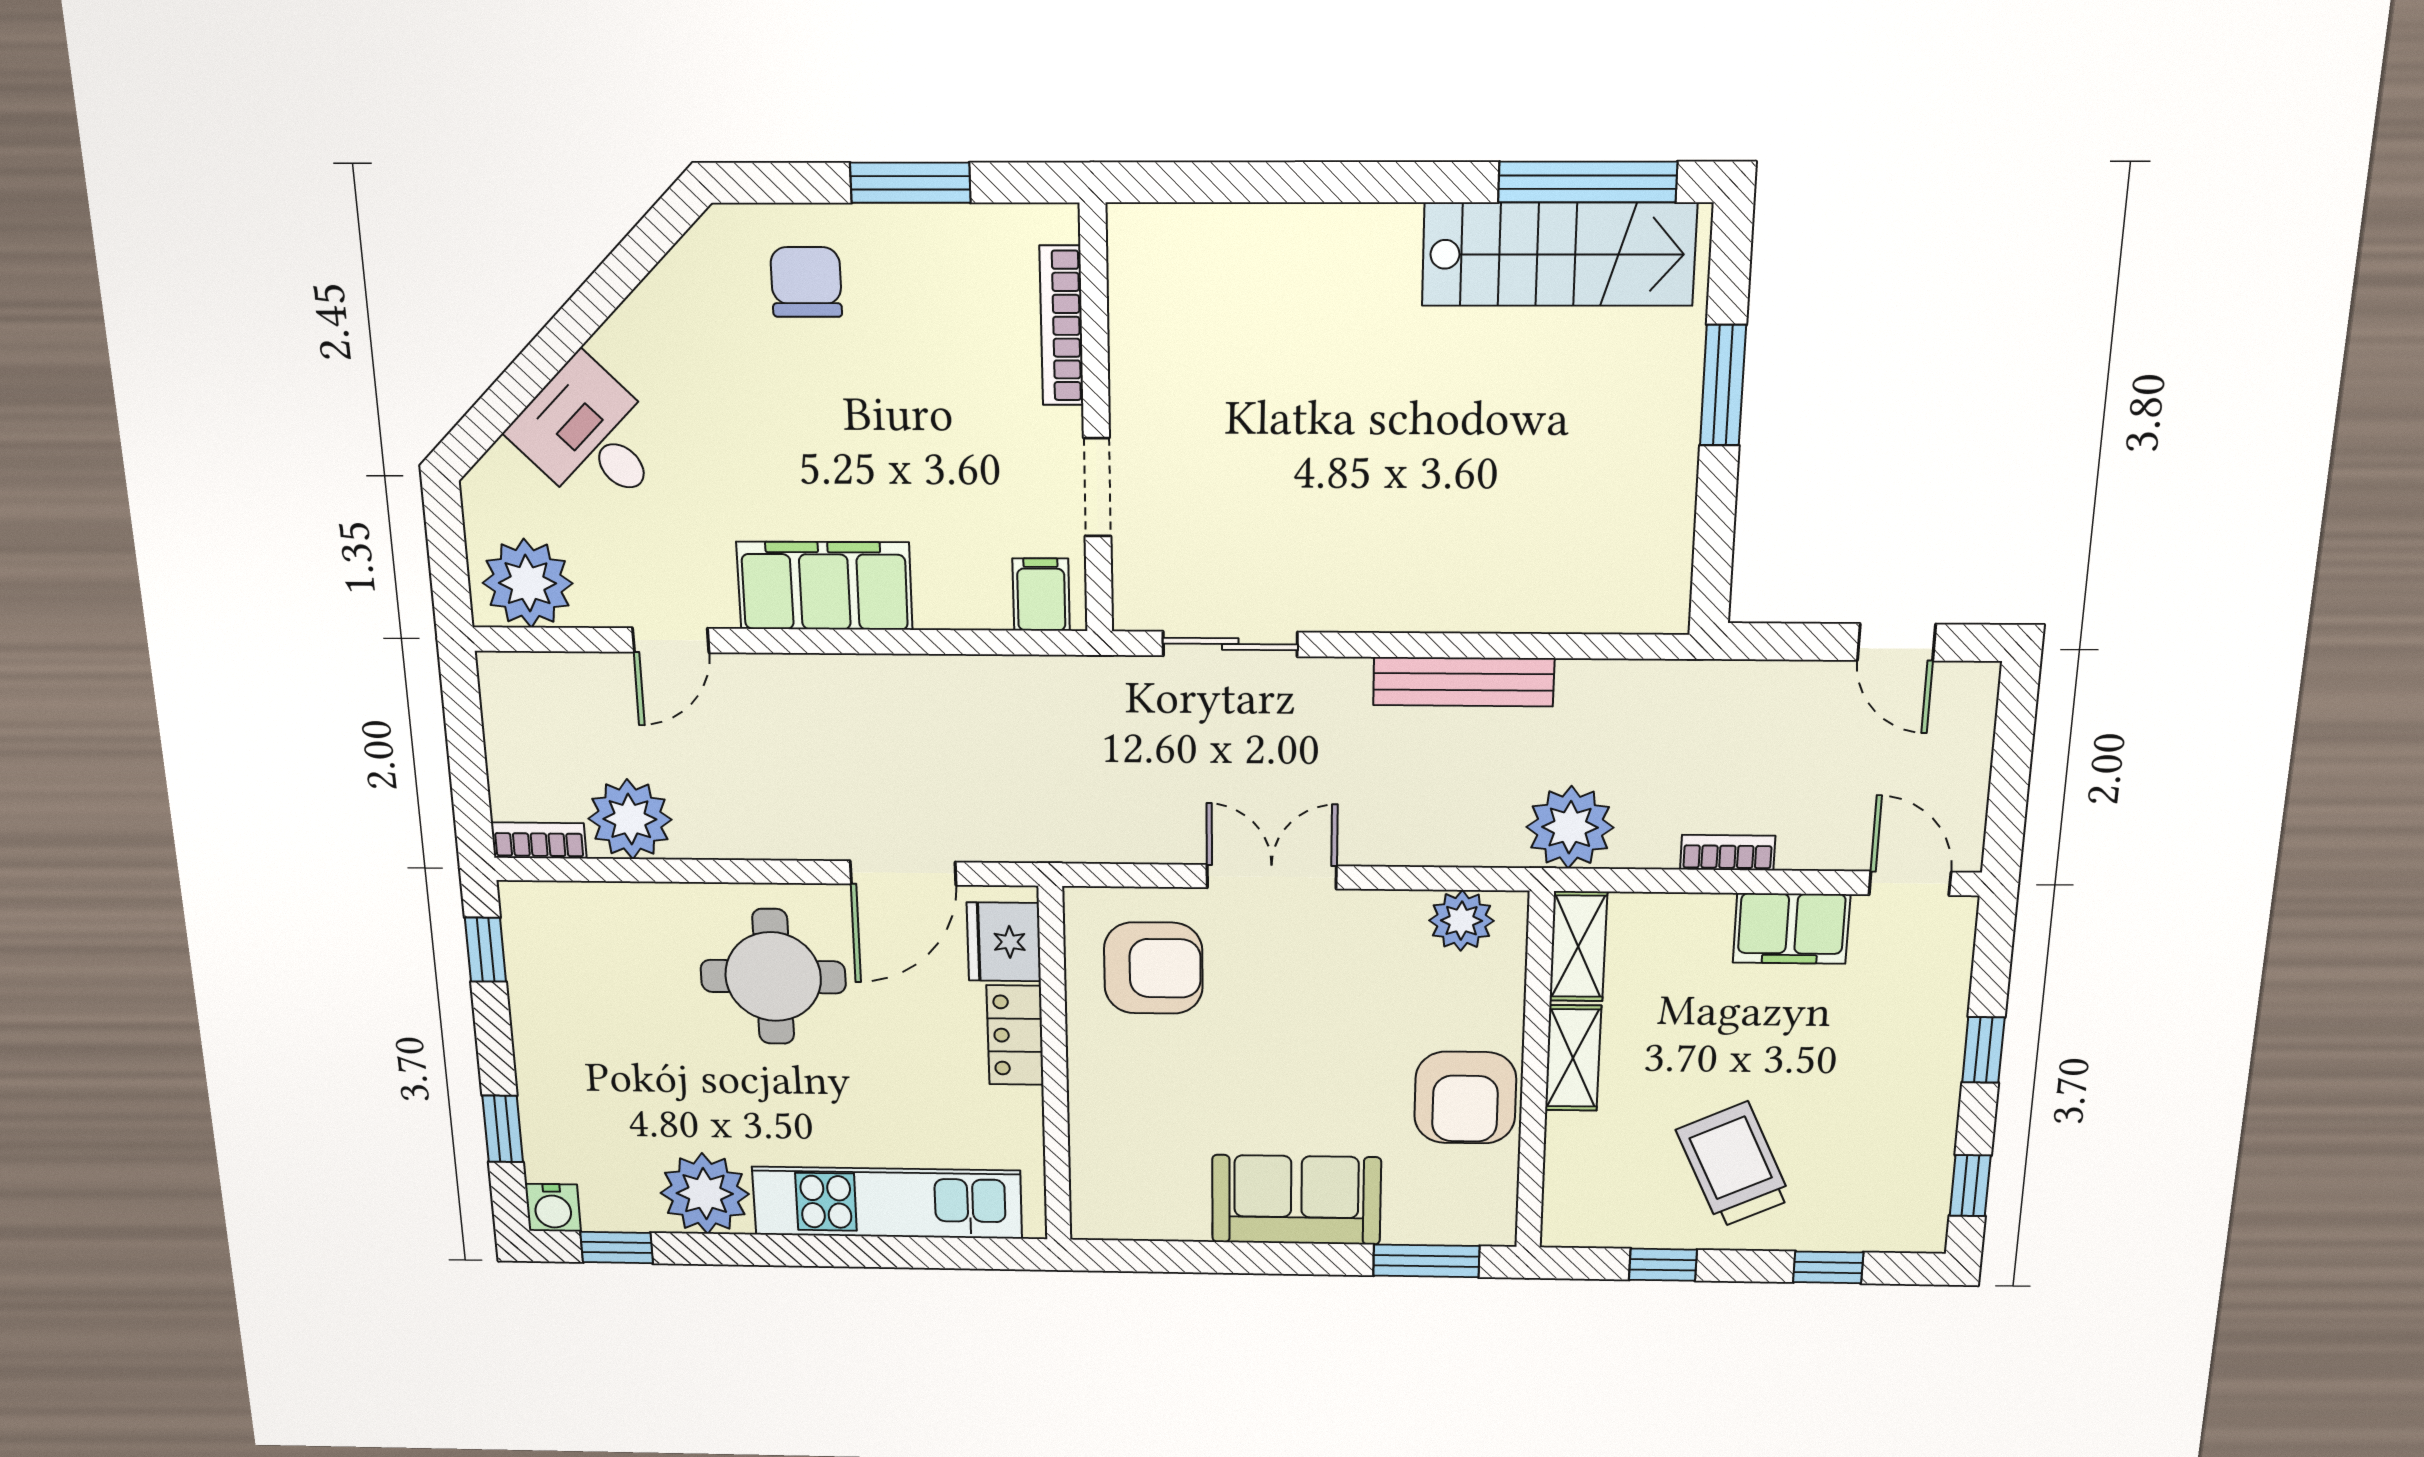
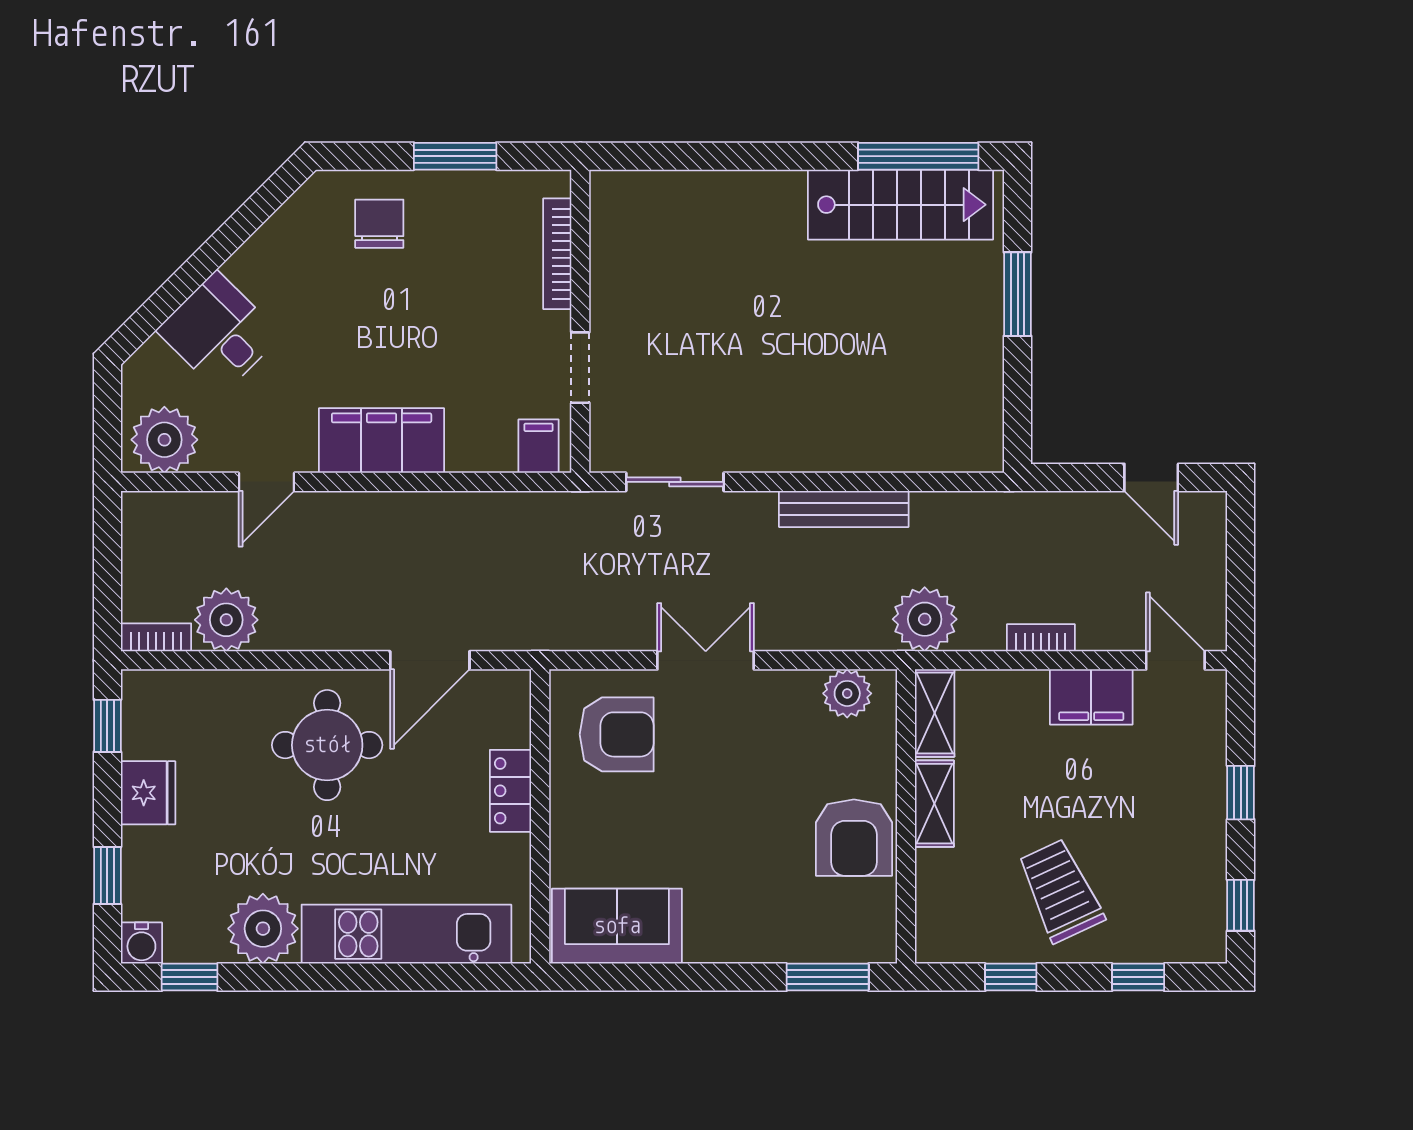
fridge: (1004, 942) -> (148, 793), moved, turned 180
sofa: (1296, 1200) -> (617, 926), moved

